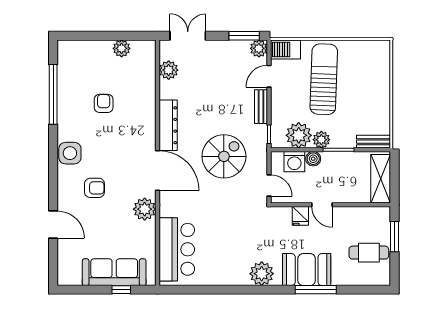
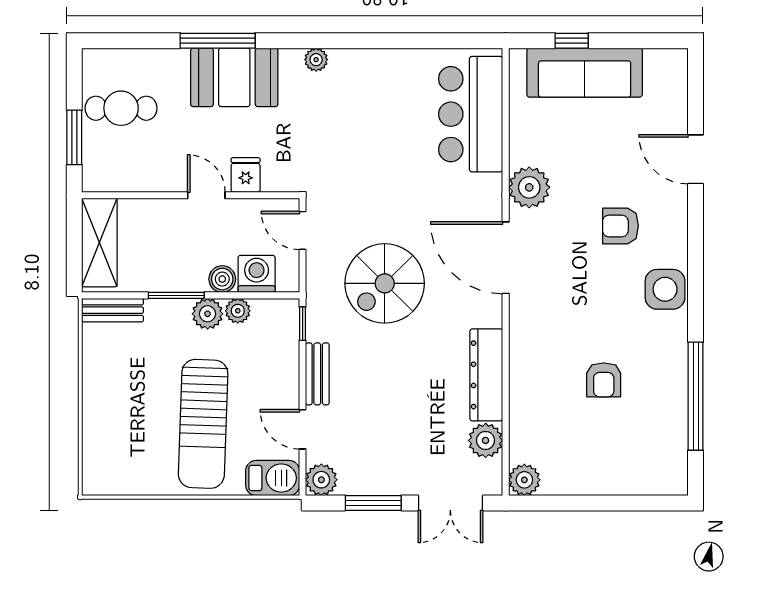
window: (244, 36) -> (373, 503), moved
plant: (122, 48) -> (524, 480), moved
door: (269, 76) -> (303, 429), swing flipped
dresser: (168, 125) -> (486, 375), moved
plant: (299, 135) -> (238, 311), width x0.53, depth x0.53
plant: (262, 274) -> (316, 60), width x0.53, depth x0.53

